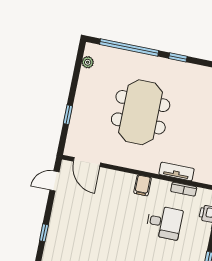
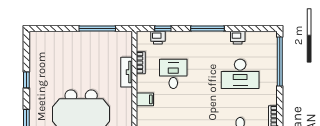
window: (178, 57) -> (26, 80), moved

